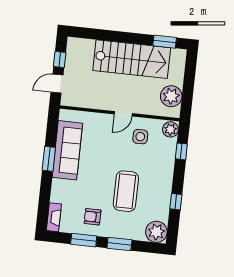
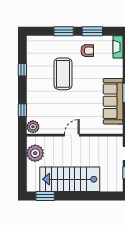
side table: (140, 137) -> (56, 118), removed
plant: (156, 232) -> (35, 44), removed

